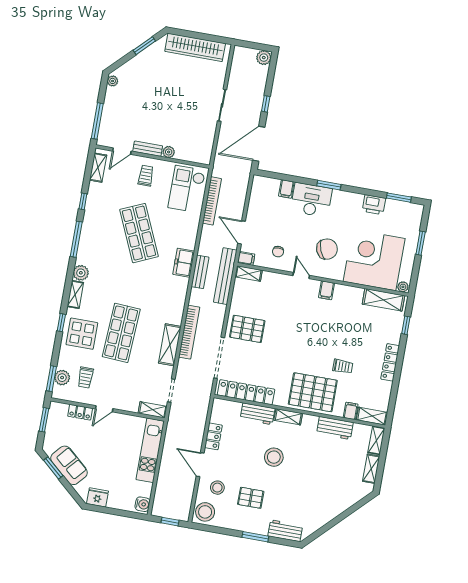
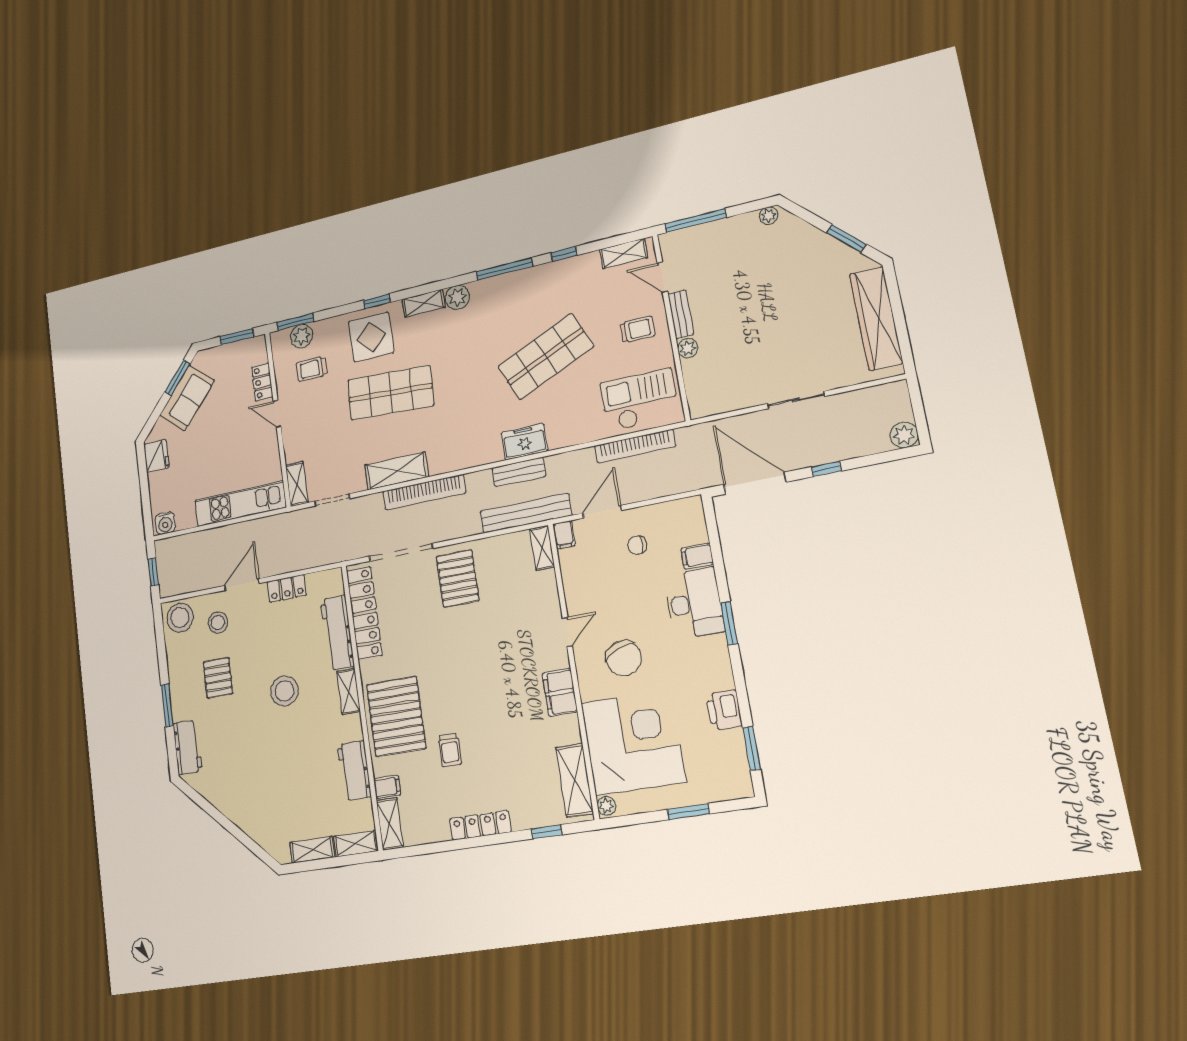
chair: (278, 252) -> (637, 545), moved
filing cabinet: (327, 290) -> (560, 692), width x2.00
workbench: (258, 414) -> (337, 633), width x1.38

